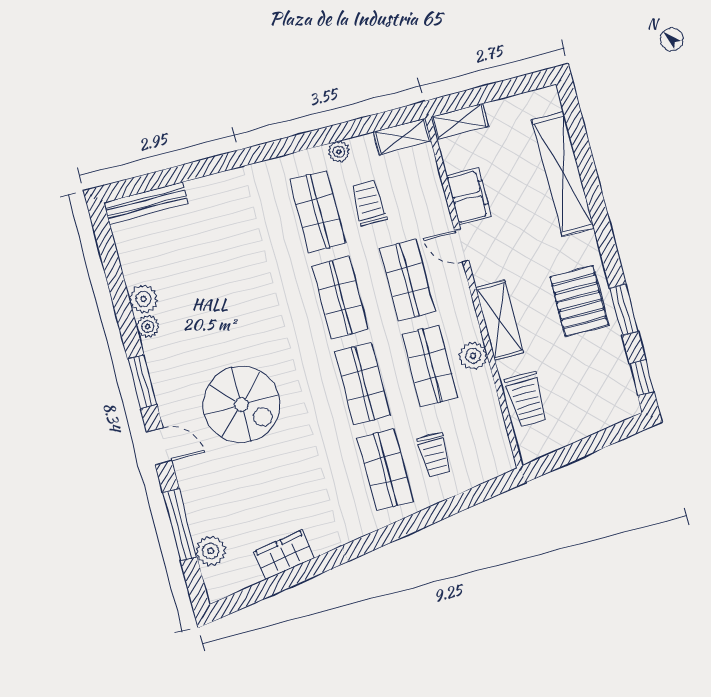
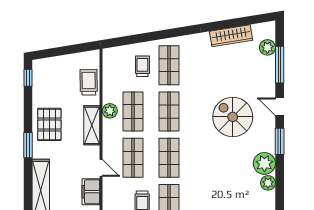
window: (624, 310) -> (28, 145), moved
plant: (148, 326) -> (264, 163), width x1.87, depth x1.87
wardrobe: (284, 555) -> (231, 36), width x1.50

